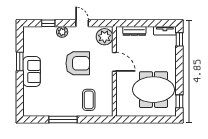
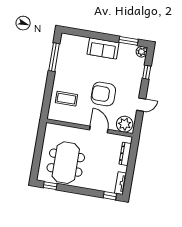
plant: (62, 32) -> (142, 52), moved
window: (20, 62) -> (128, 41), moved
door: (114, 62) -> (99, 130), swing flipped
armchair: (78, 63) -> (103, 94), turned 90
window: (63, 119) -> (54, 57), moved

